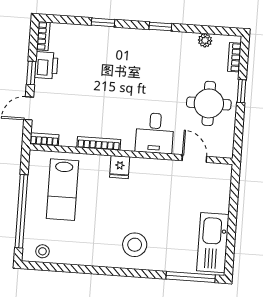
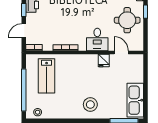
fridge: (120, 167) -> (104, 61), moved

